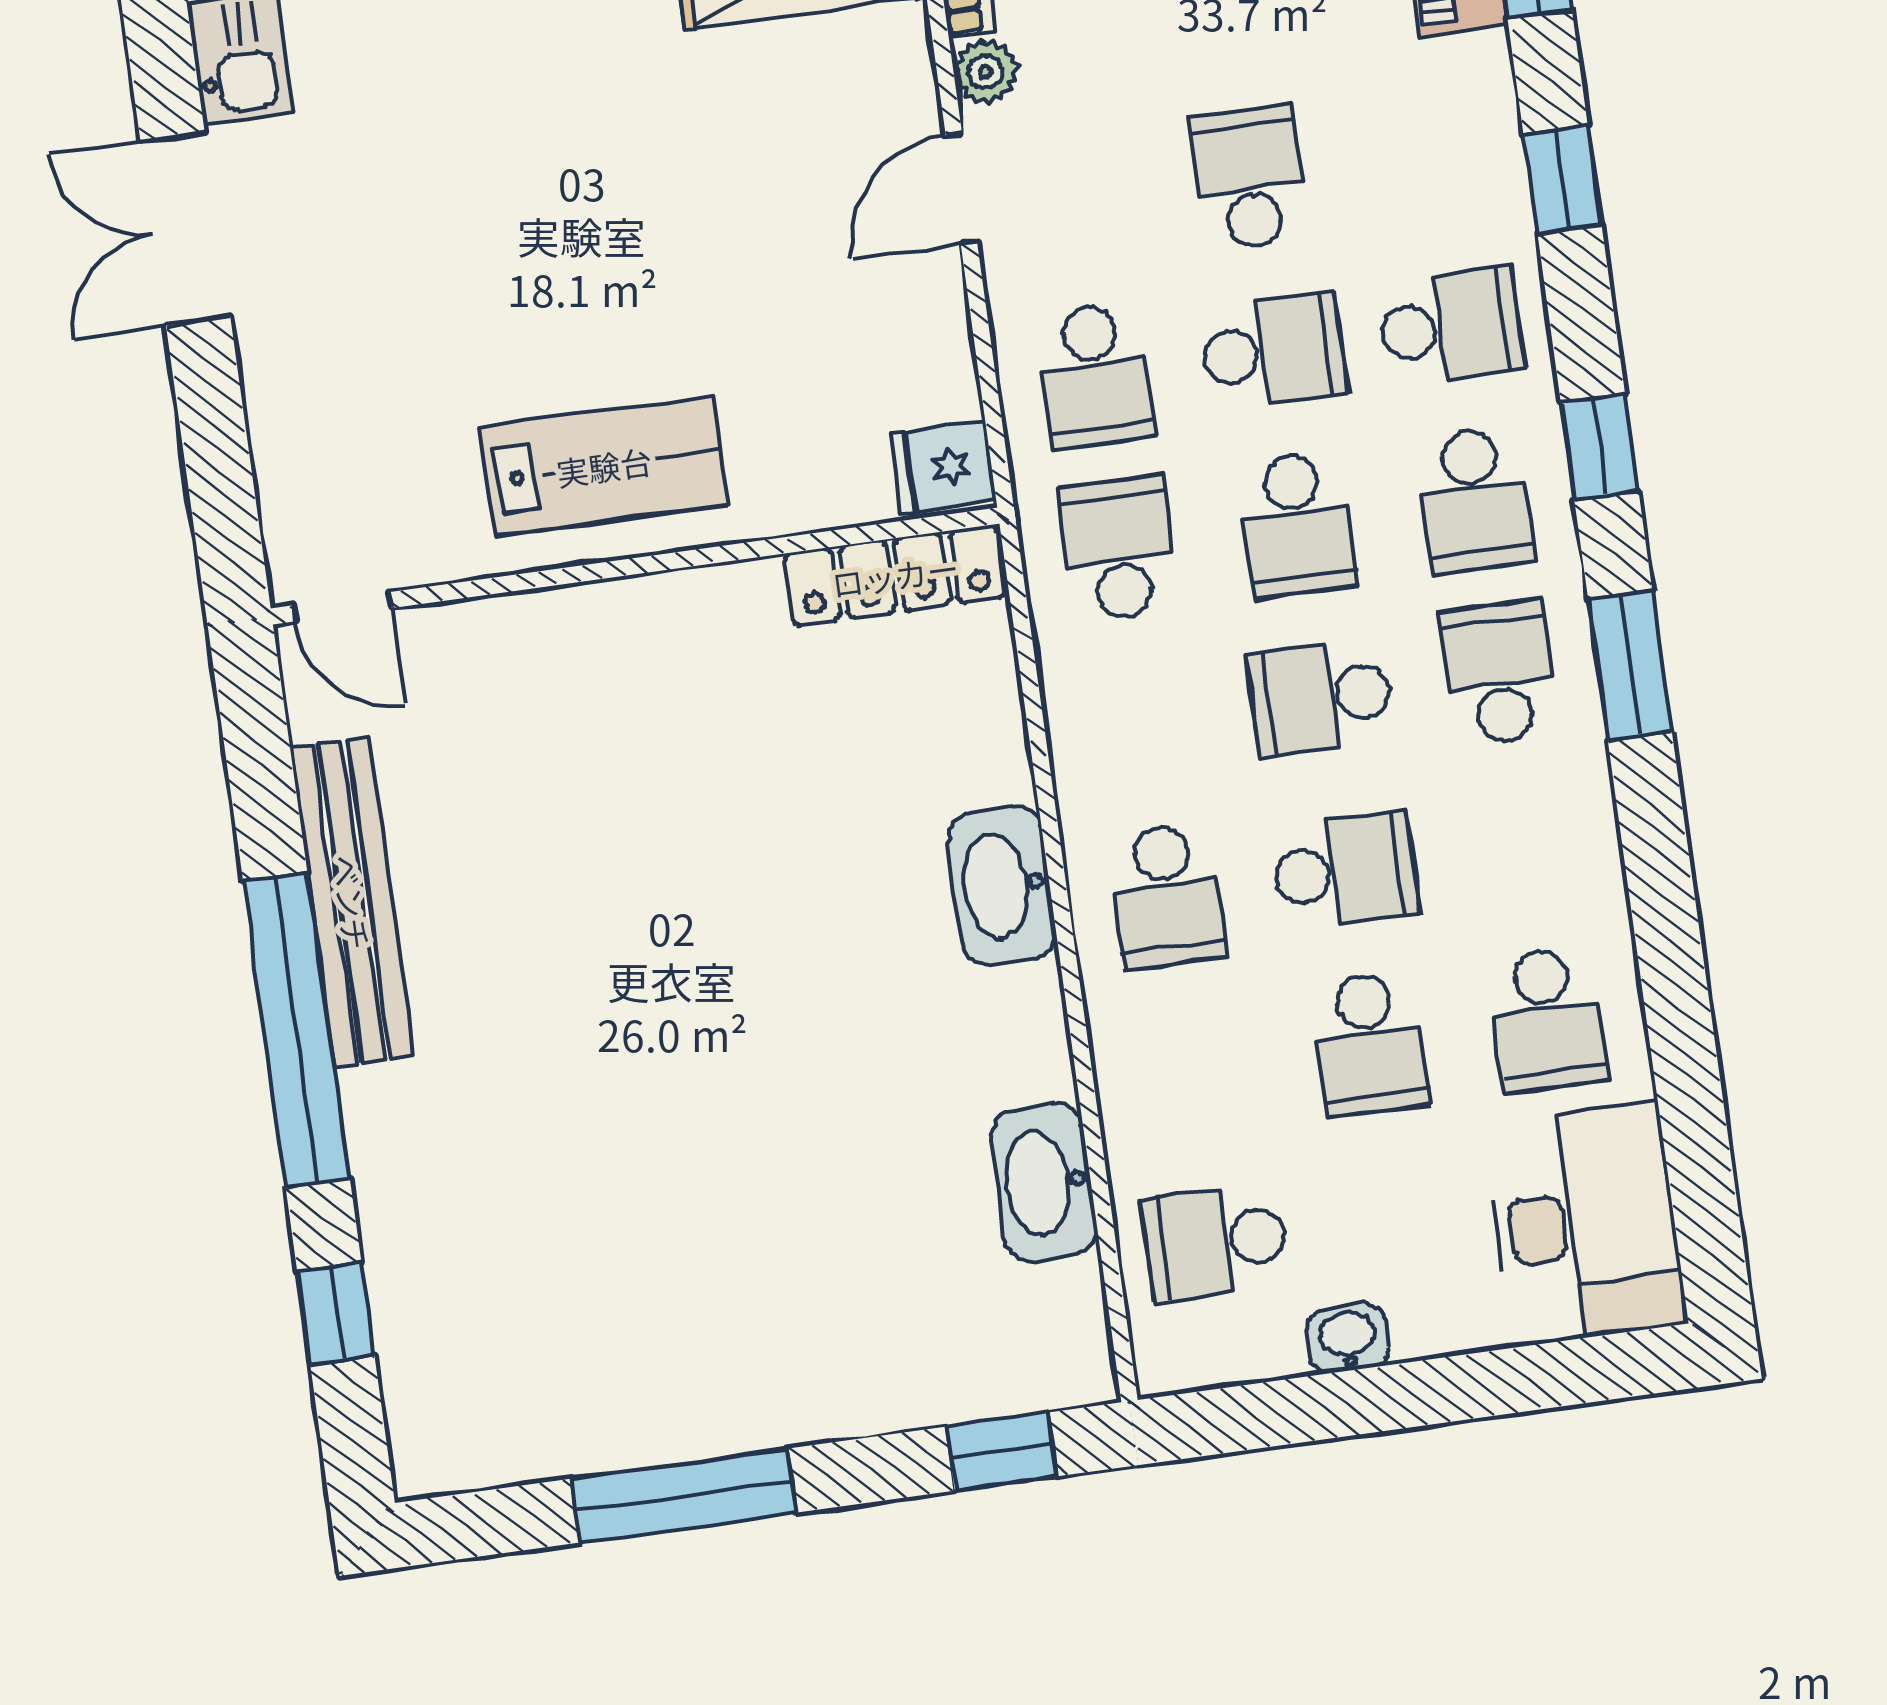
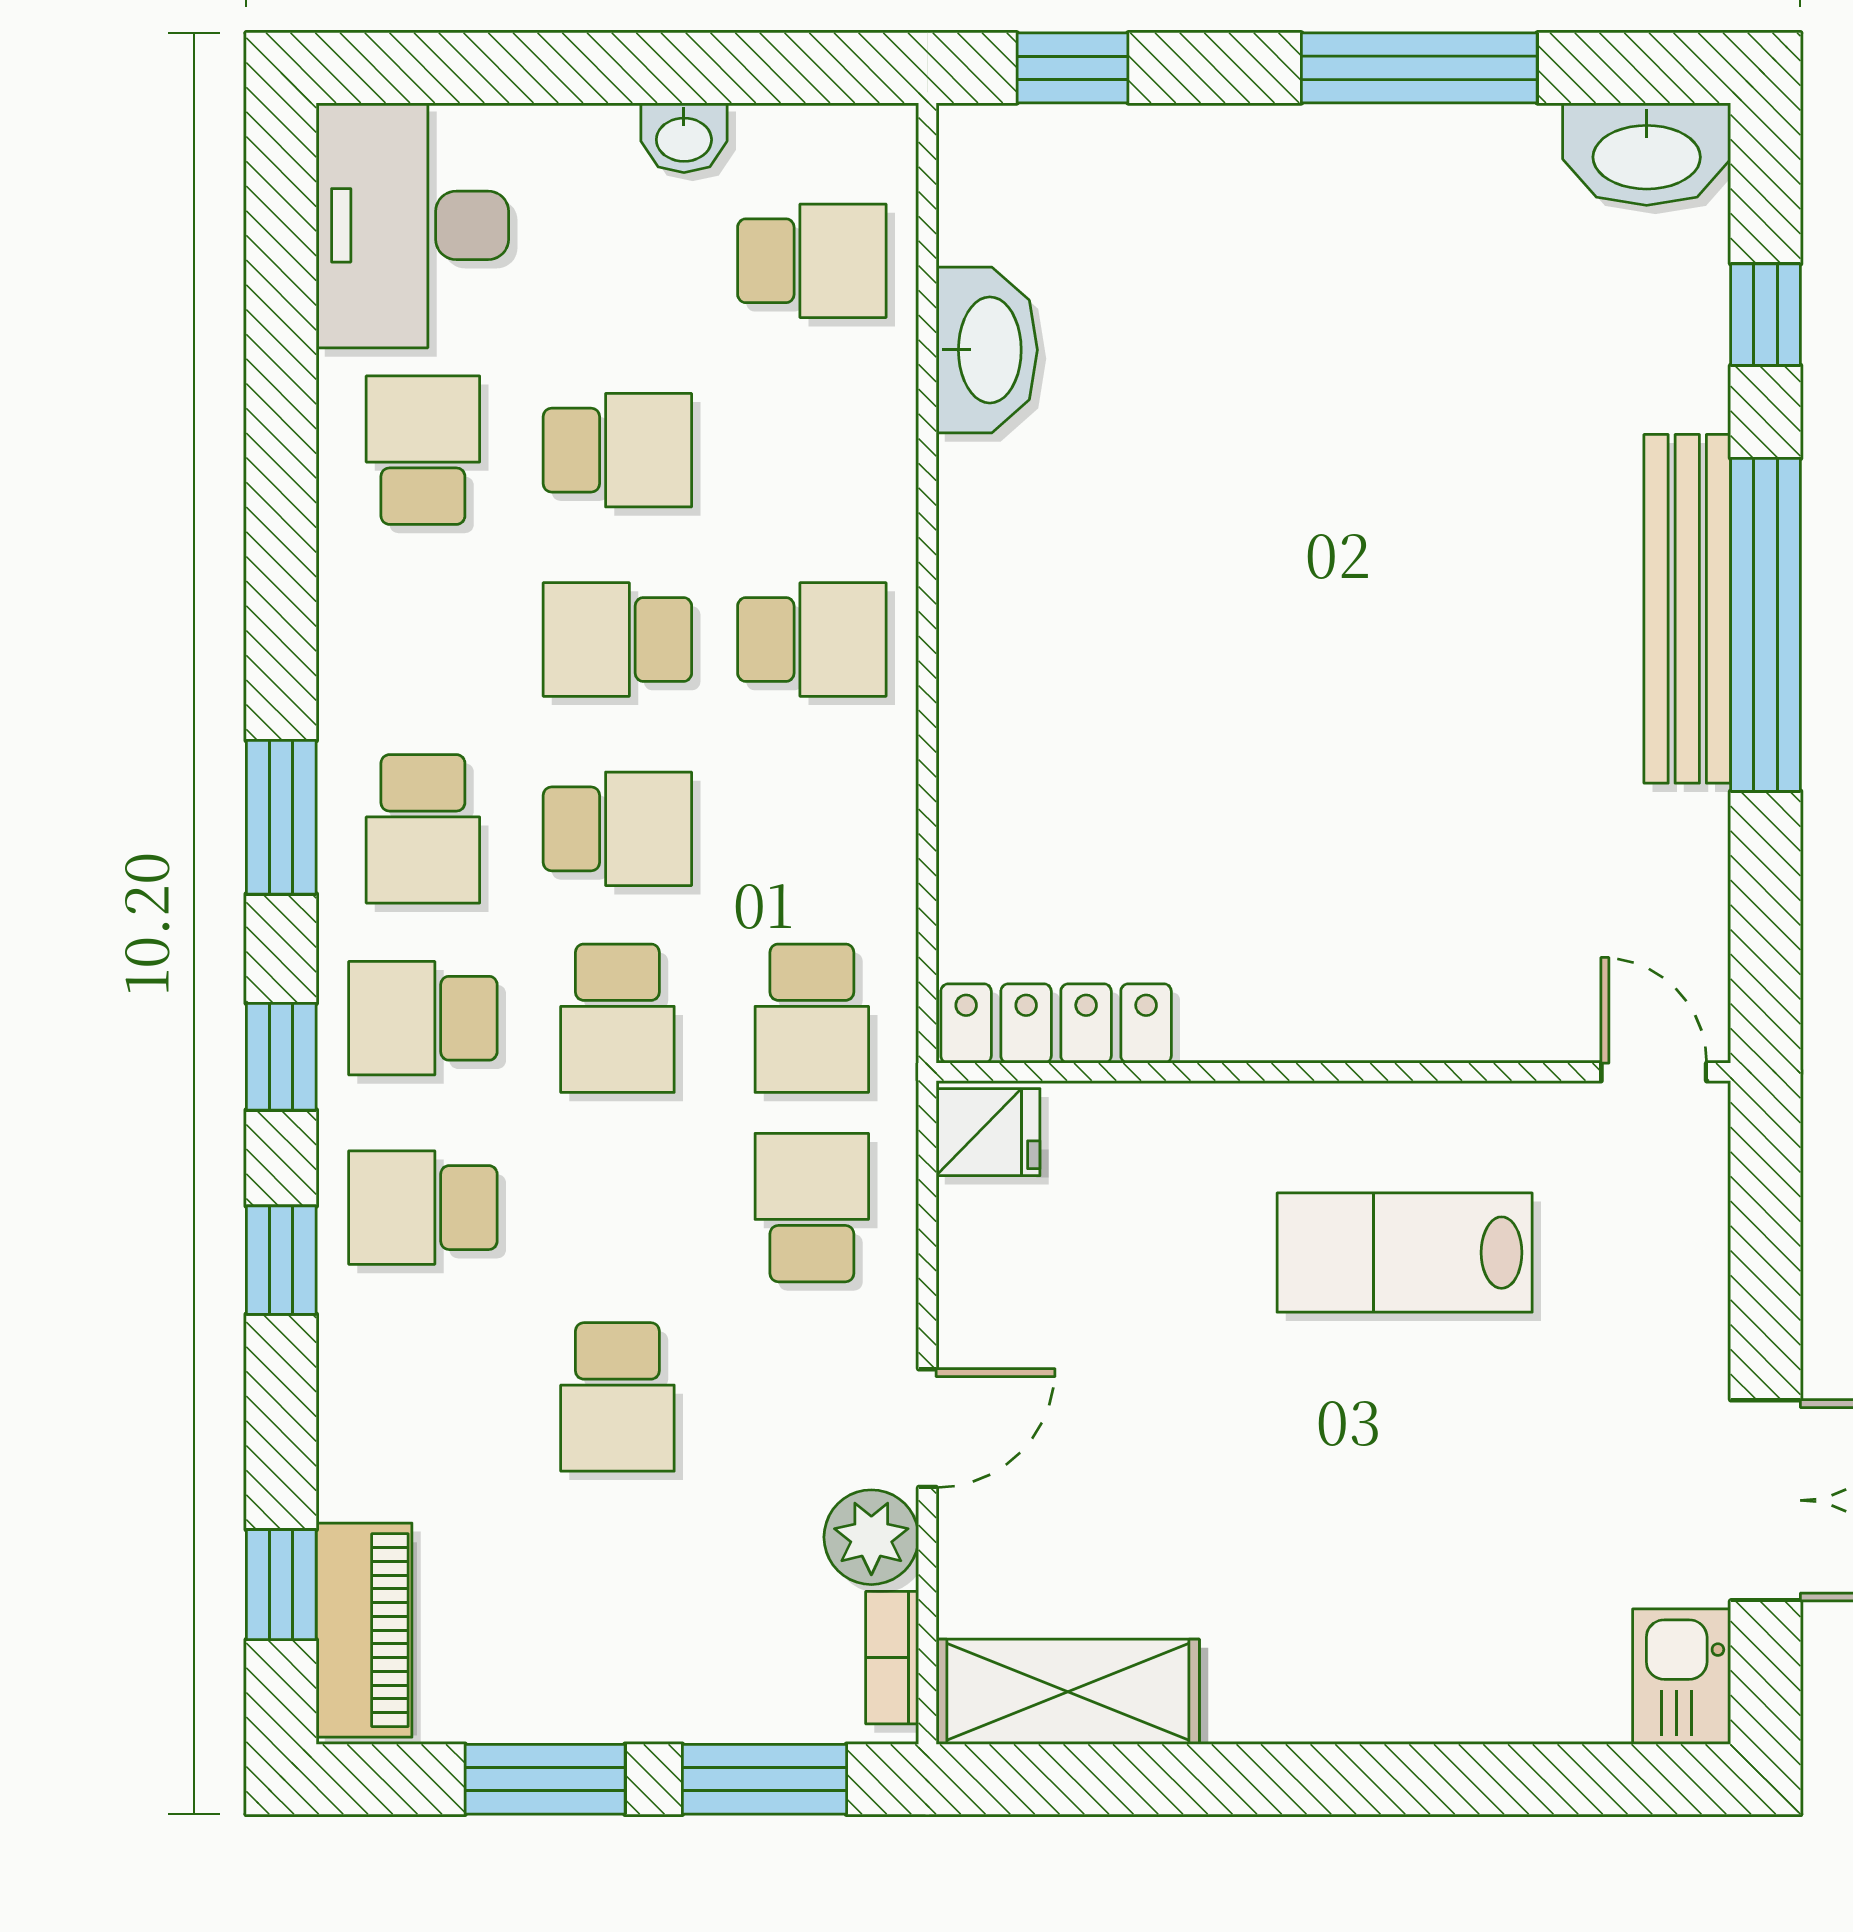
plant: (985, 72) -> (871, 1537), width x1.38, depth x1.38
window: (1563, 180) -> (281, 1260), moved
school desk: (1273, 351) -> (617, 1208), removed
lab bench: (604, 466) -> (1405, 1253), moved
school desk: (1475, 500) -> (423, 1018), turned -90
school desk: (1297, 524) -> (617, 1018), turned 180
washbasin: (1002, 886) -> (1647, 154), moved, turned 90
school desk: (1167, 896) -> (812, 640), turned 90
bench: (352, 902) -> (1687, 609), moved
school desk: (1369, 1044) -> (617, 450), turned 90

